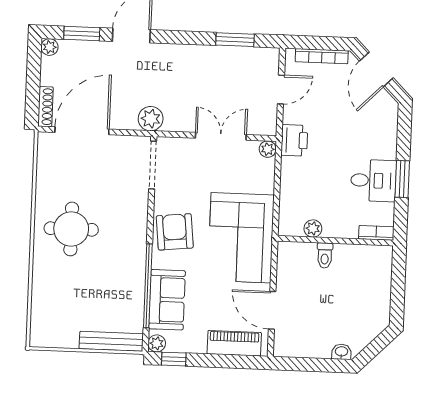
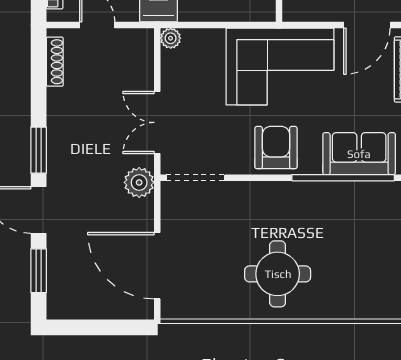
window: (235, 40) -> (39, 150), moved
plant: (49, 47) -> (57, 309), removed
shoe rack: (45, 107) -> (55, 62), moved, turned 90
double door: (221, 136) -> (157, 122), moved
armchair: (175, 232) -> (276, 148), turned 96

